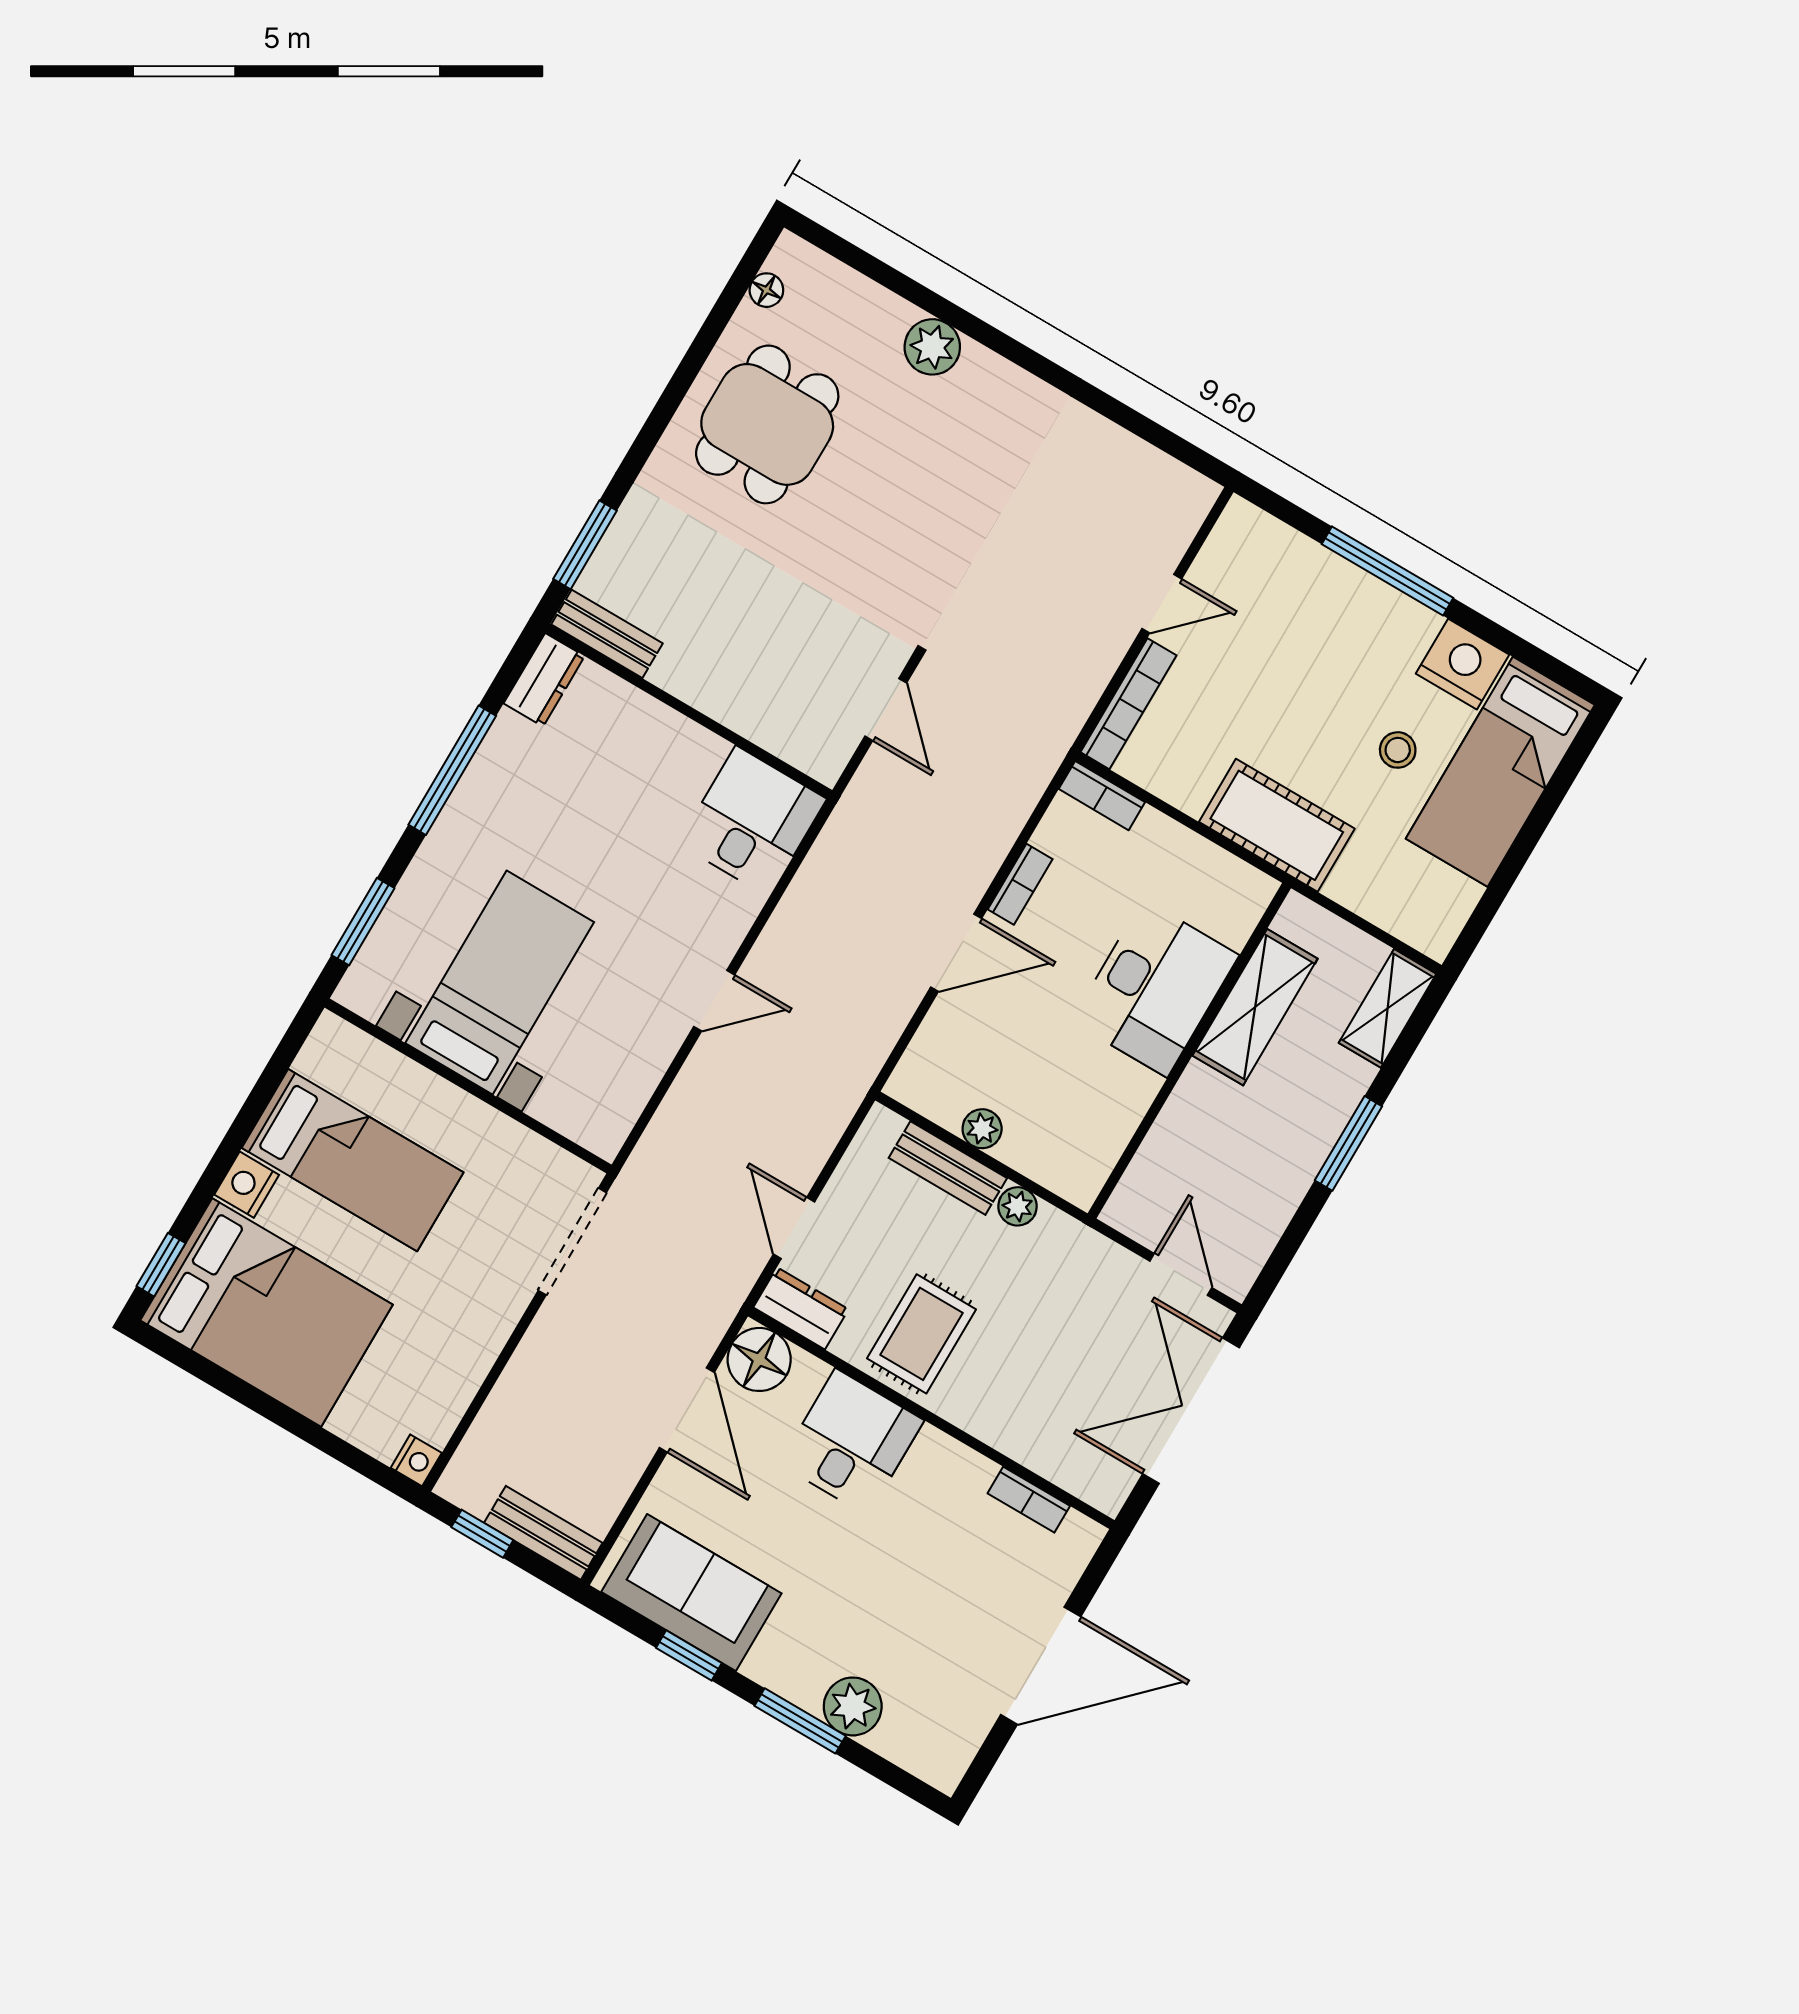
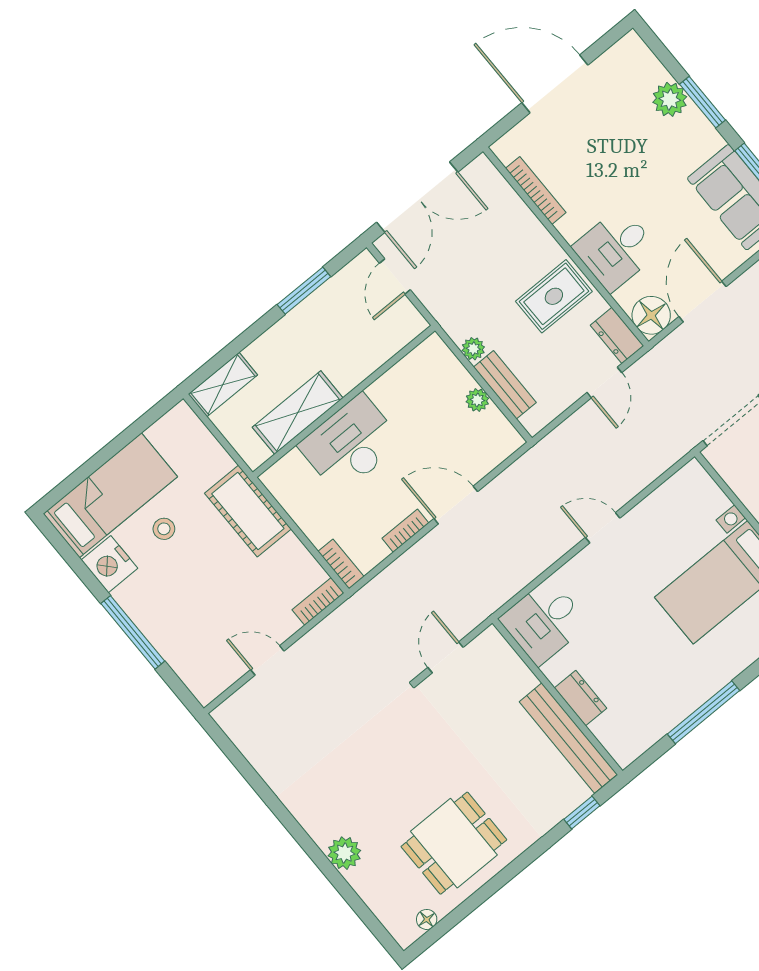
window: (585, 545) -> (582, 813), width x0.67
bench: (607, 634) -> (568, 738), width x1.86, depth x1.21
dresser: (544, 680) -> (581, 698), moved, turned 90
bookcase: (1128, 704) -> (318, 601), width x0.64
window: (1348, 1143) -> (304, 291), moved
bookcase: (1029, 1500) -> (536, 190), width x1.56

